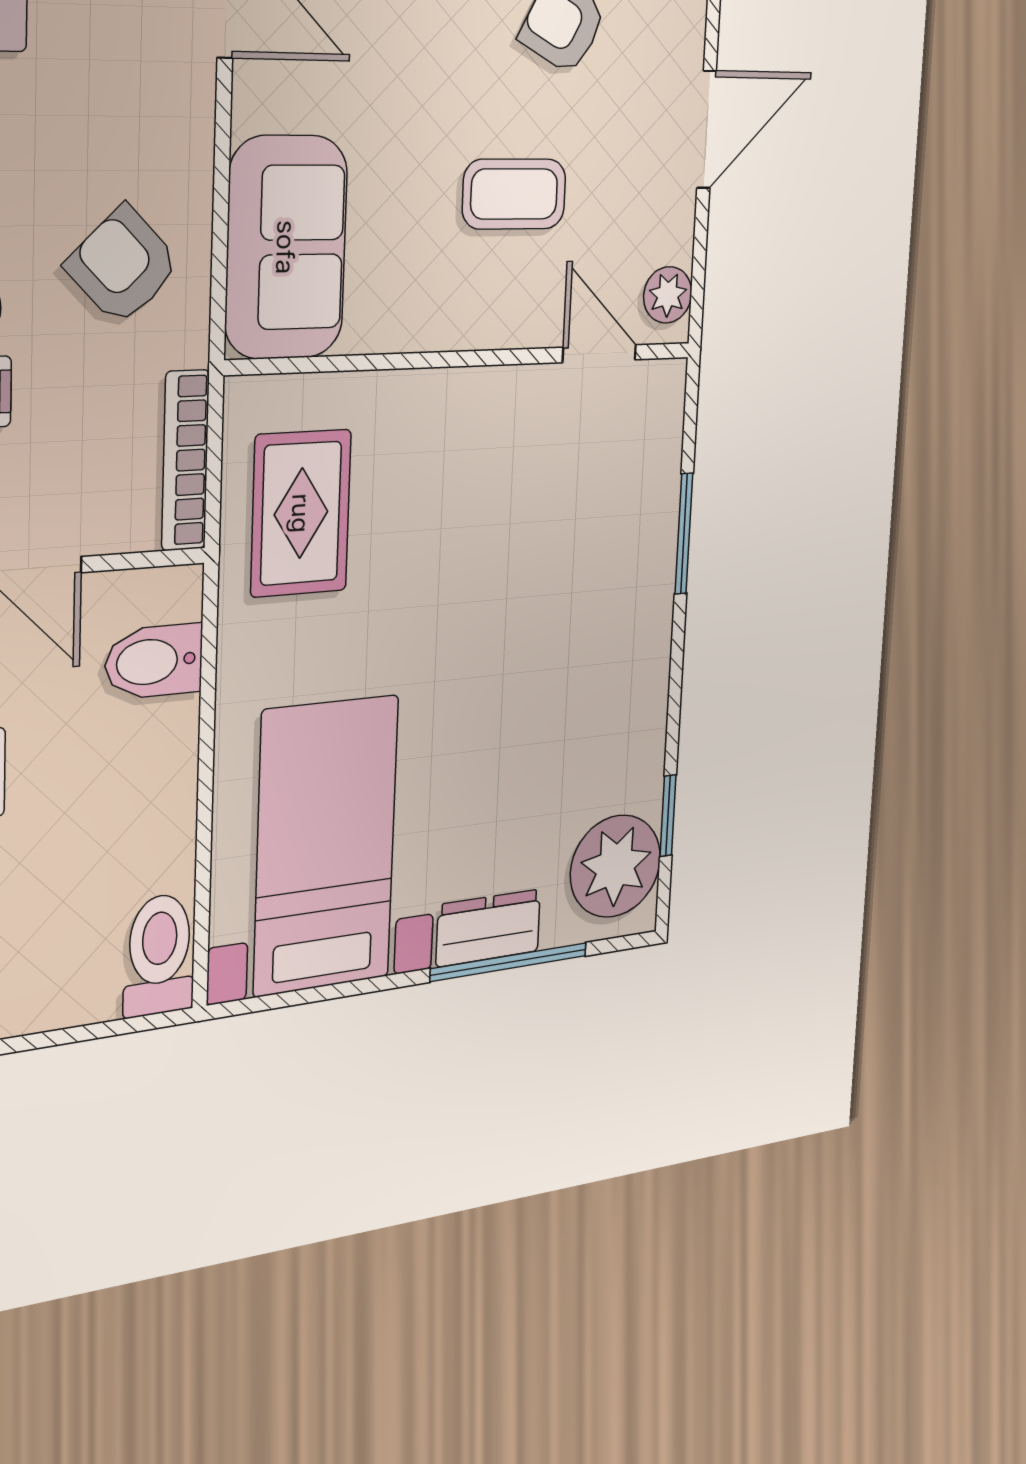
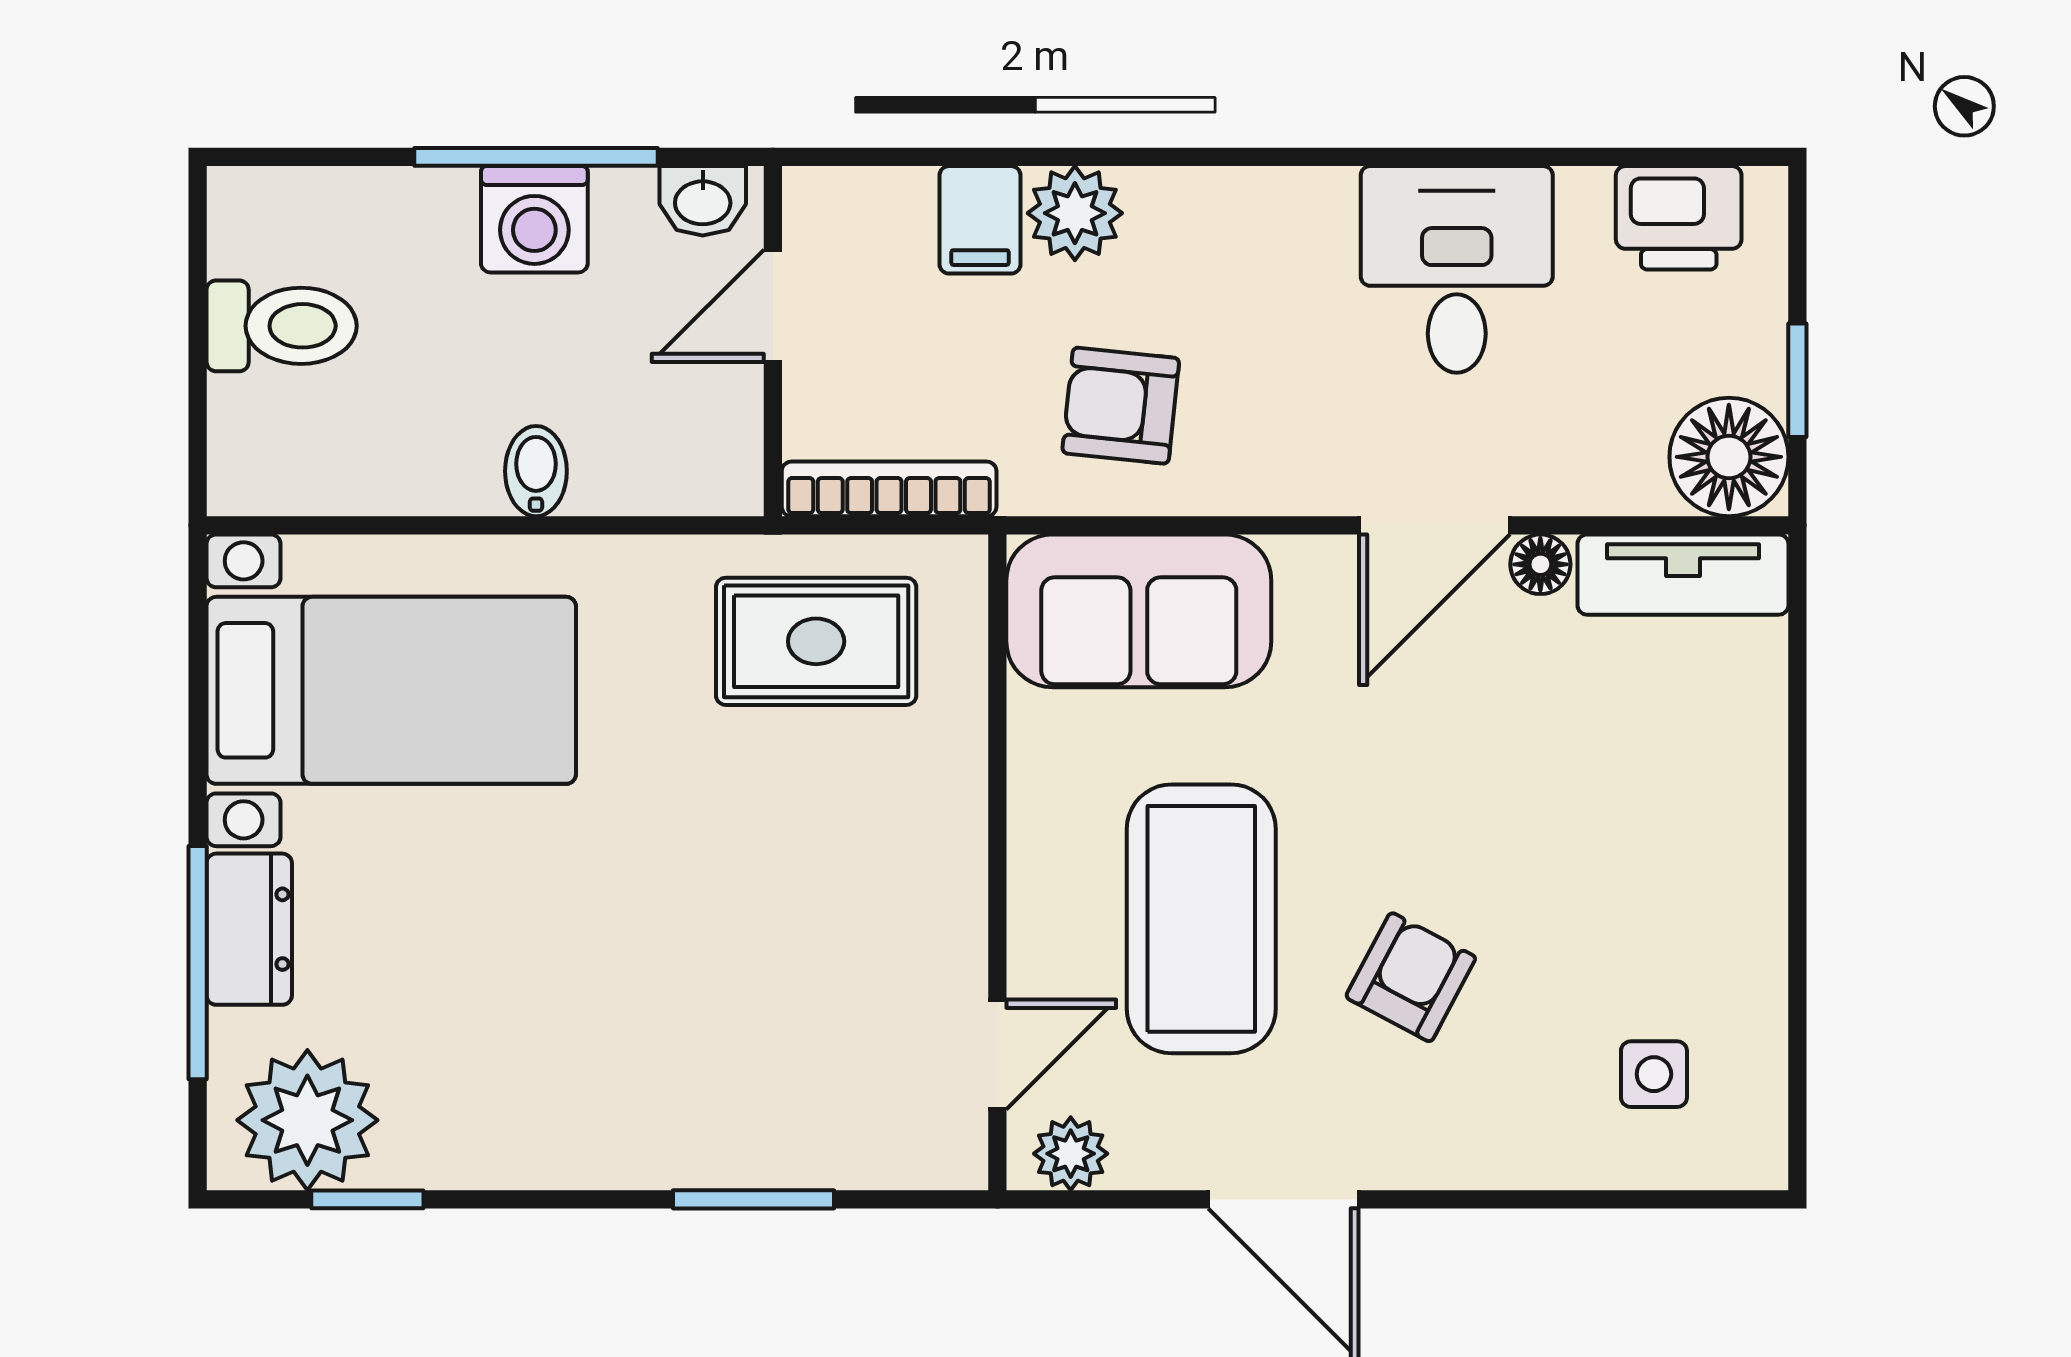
coffee table: (514, 194) -> (1201, 919), width x1.86, depth x1.72
armchair: (123, 265) -> (1121, 406), turned -130
bidet: (154, 661) -> (536, 471), moved, width x0.72, depth x0.74
toilet: (159, 955) -> (282, 326), moved

